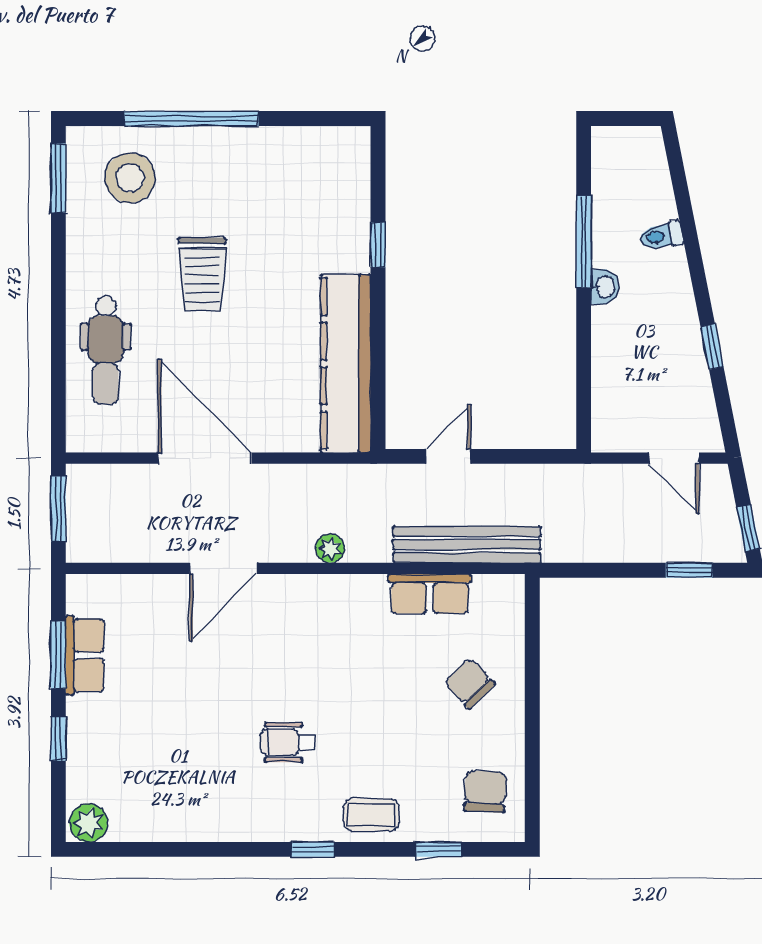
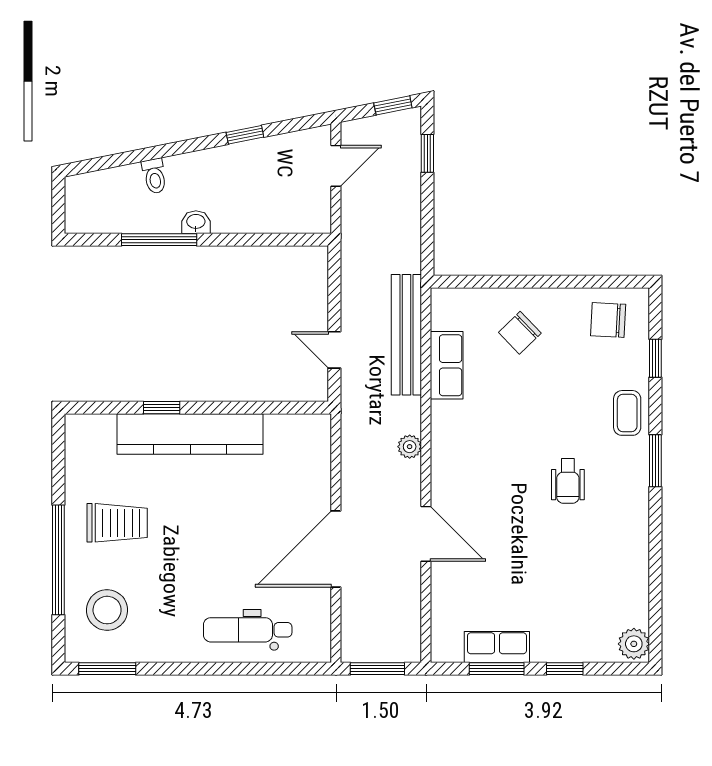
trolley: (202, 274) -> (117, 523), moved
dental chair: (106, 350) -> (248, 630), turned 180
kitchen counter: (346, 364) -> (190, 434), moved
window: (313, 849) -> (655, 461), width x1.50

